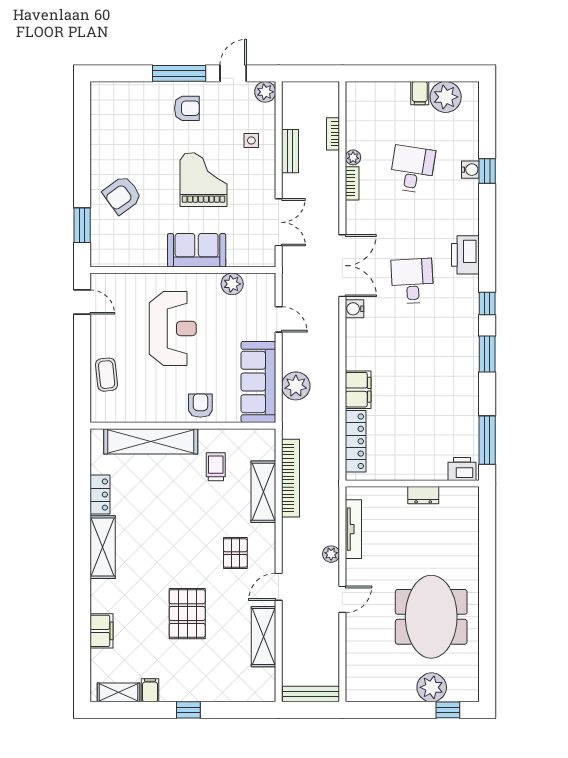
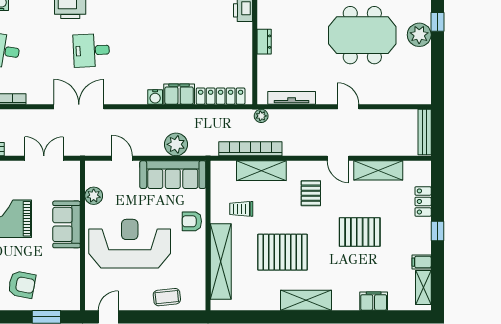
armchair: (122, 195) -> (22, 284), turned -43
water cooler: (355, 309) -> (155, 97), moved
door: (279, 319) -> (122, 158), hinge flipped
reception desk: (173, 328) -> (130, 244), width x1.36, depth x1.30
locker: (100, 495) -> (423, 201), moved, turned -90
pallet: (162, 518) -> (282, 252), added
pallet: (235, 553) -> (311, 193), turned 90
plant: (331, 554) -> (261, 116), moved

